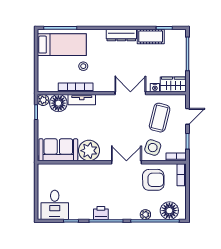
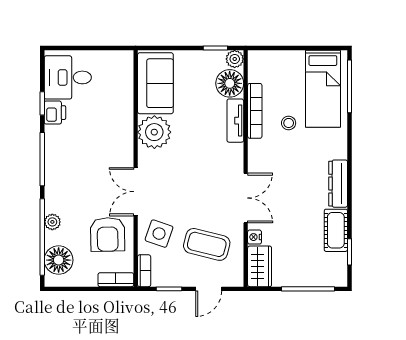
door: (187, 116) -> (209, 289), hinge flipped
double door: (126, 162) -> (136, 192), swing flipped
printer: (101, 213) -> (55, 113), moved

